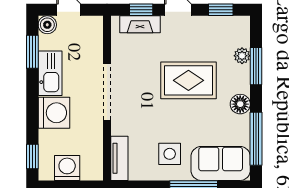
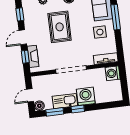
window: (32, 156) -> (78, 109), moved
washing machine: (67, 168) -> (113, 73), moved

